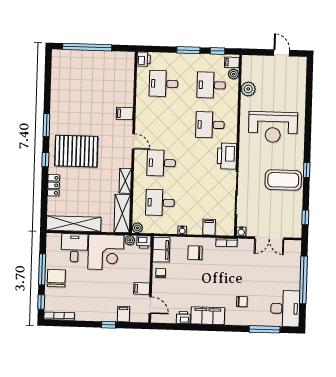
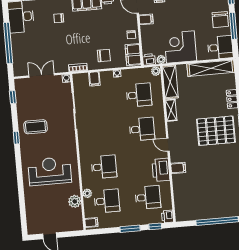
window: (218, 51) -> (155, 226), moved
plant: (233, 74) -> (87, 193), moved
printer: (227, 156) -> (161, 170), moved, turned 180
coffee table: (283, 180) -> (35, 127), width x0.73, depth x0.76
desk: (74, 248) -> (220, 47), moved, turned -90

